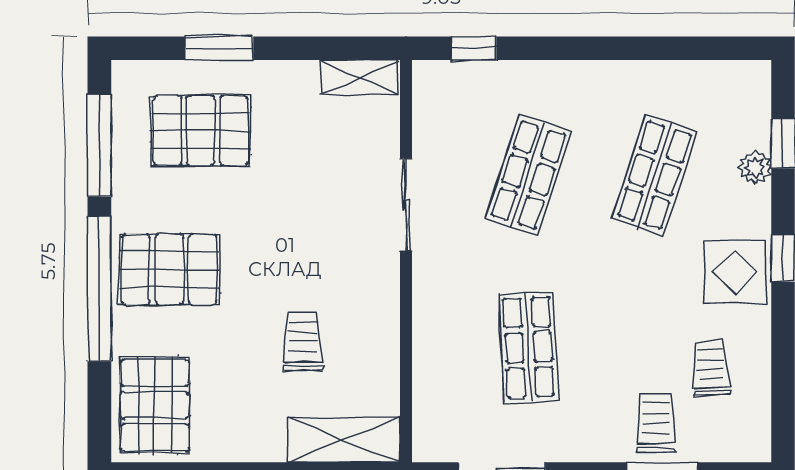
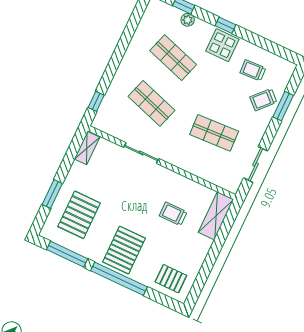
pallet: (155, 405) -> (171, 279), width x0.67, depth x0.71
trolley: (656, 423) -> (263, 100), turned -47

